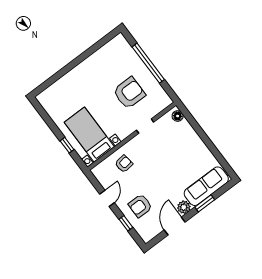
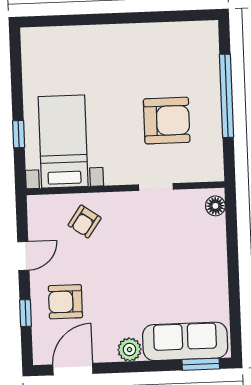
armchair: (124, 164) -> (85, 222), turned 133
window: (205, 203) -> (201, 364), moved
door: (175, 226) -> (73, 369), moved

